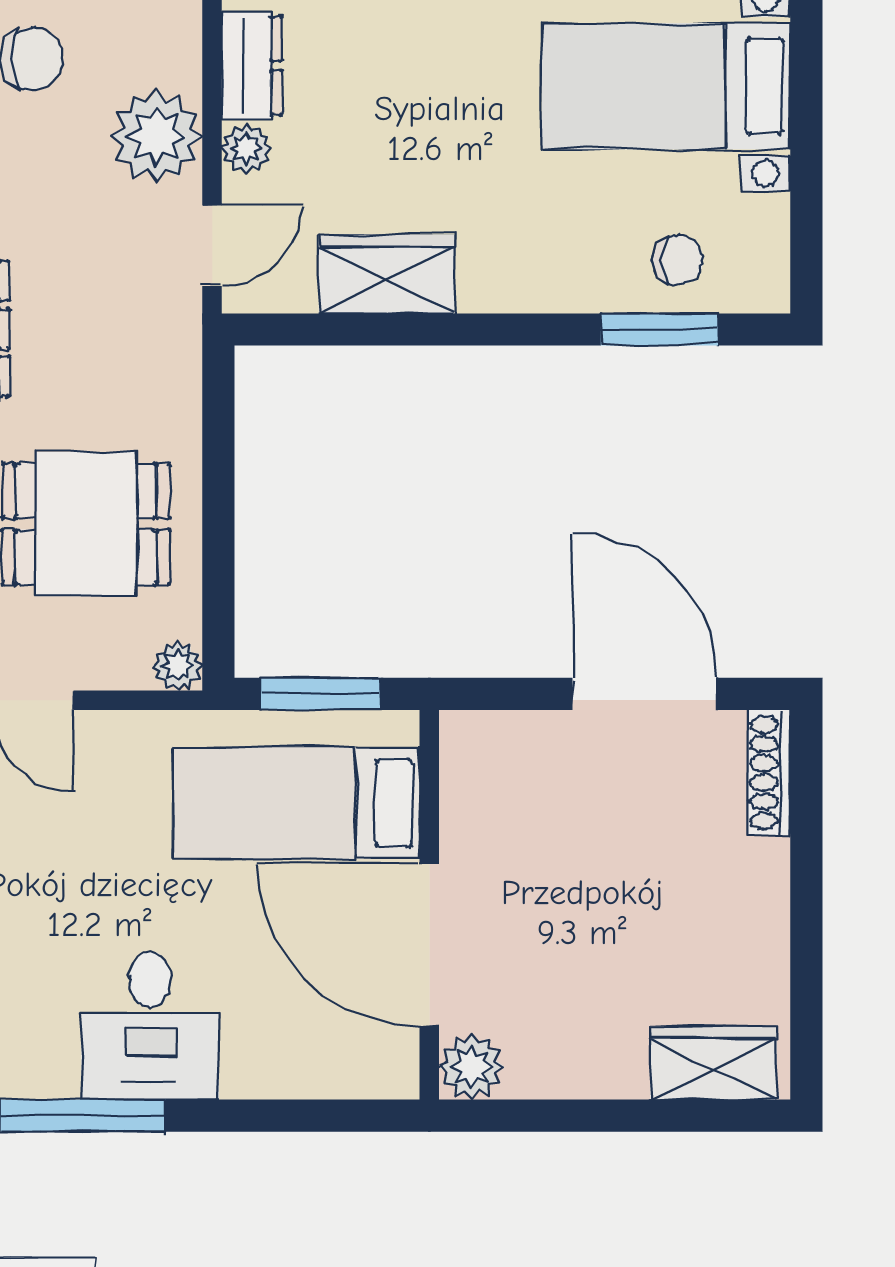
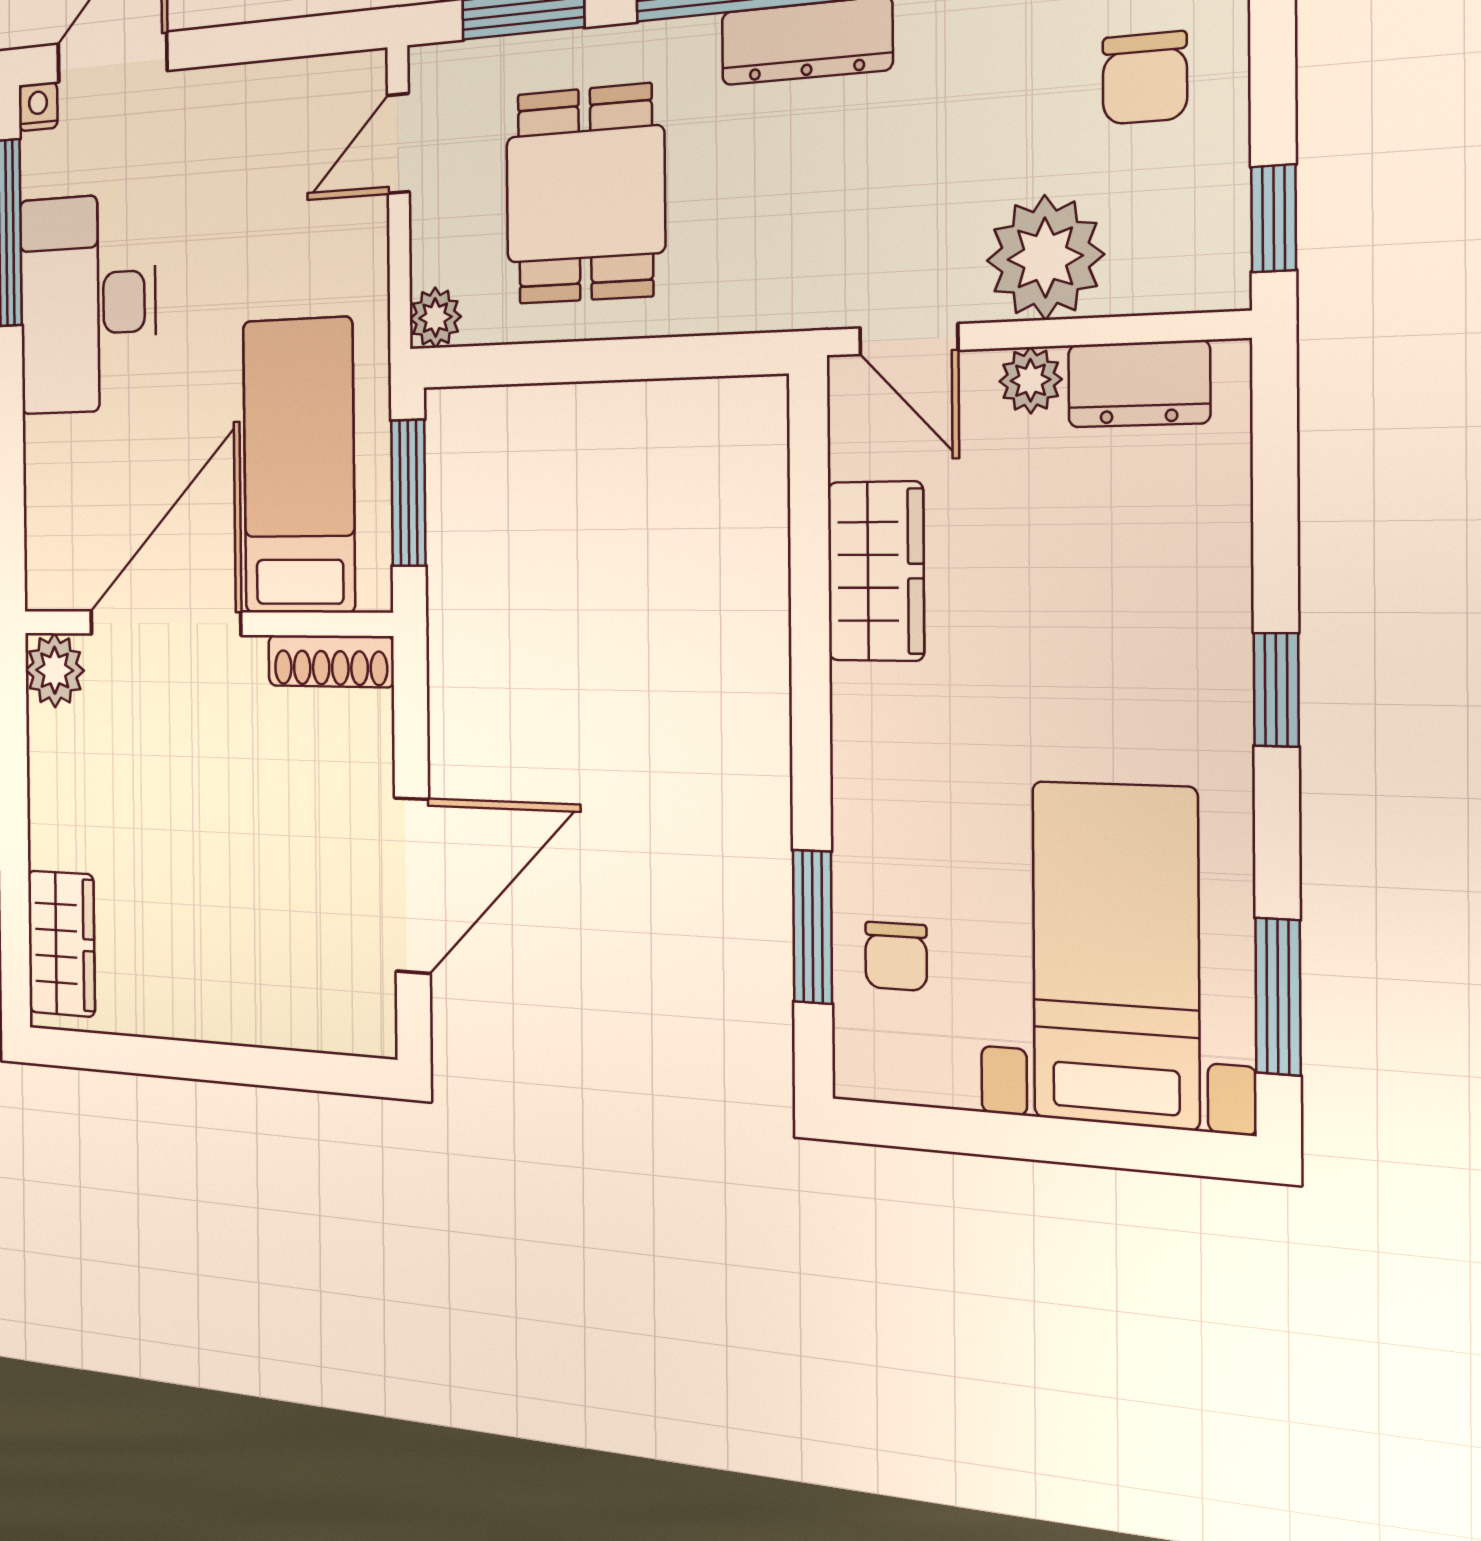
shoe rack: (769, 773) -> (331, 661), moved, turned 180
desk: (150, 1025) -> (87, 304), width x1.37

